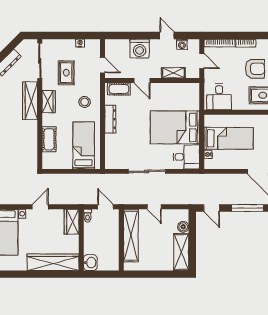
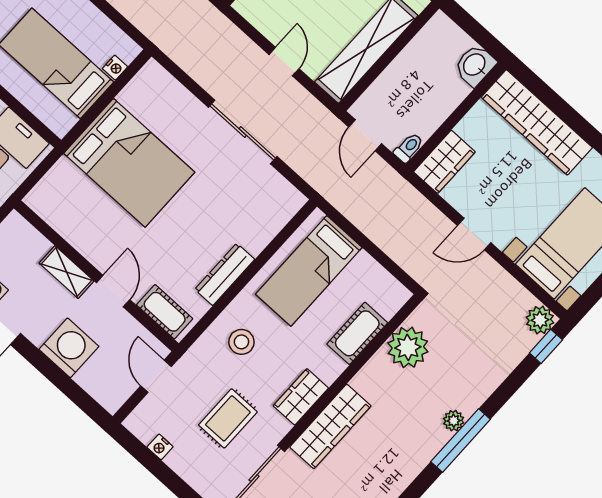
shelving: (173, 73) -> (67, 272), moved
plant: (28, 150) -> (408, 347), added
desk: (186, 157) -> (155, 96), removed

